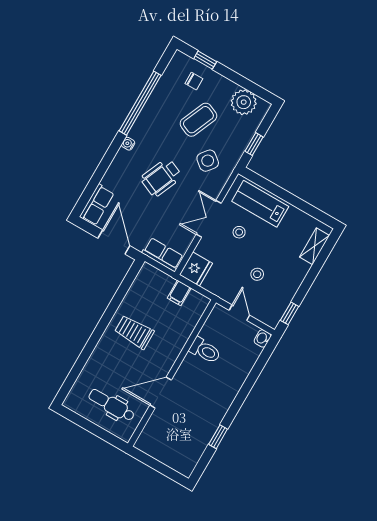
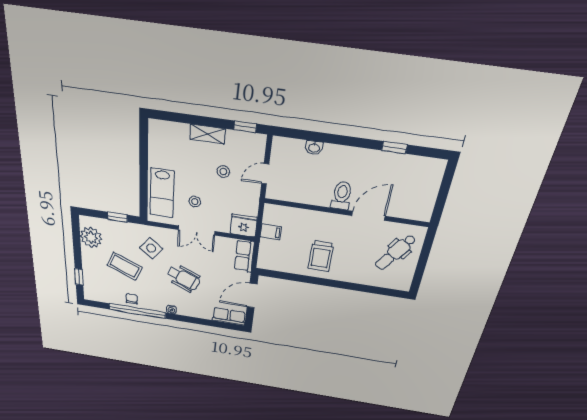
chair: (194, 81) -> (132, 299), moved
shelving: (315, 246) -> (208, 134), moved
washbasin: (263, 338) -> (314, 148), moved
toilet: (205, 350) -> (342, 195), moved
door: (161, 393) -> (368, 216), swing flipped
dental chair: (112, 405) -> (395, 253), turned 34

